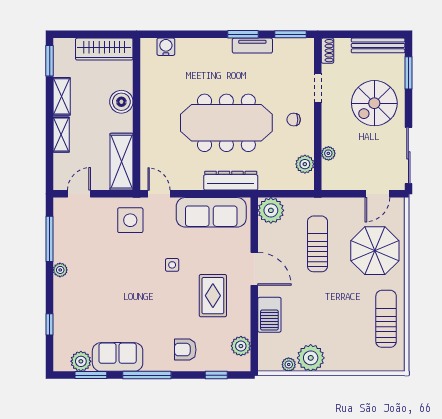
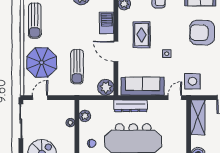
door: (159, 194) -> (175, 98), swing flipped
armchair: (115, 299) -> (202, 33), added

